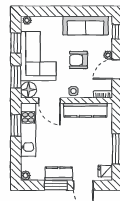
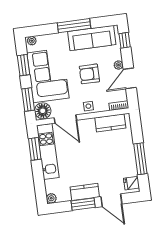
window: (70, 11) -> (74, 26), added
kitchen counter: (85, 110) -> (110, 123), width x0.67

